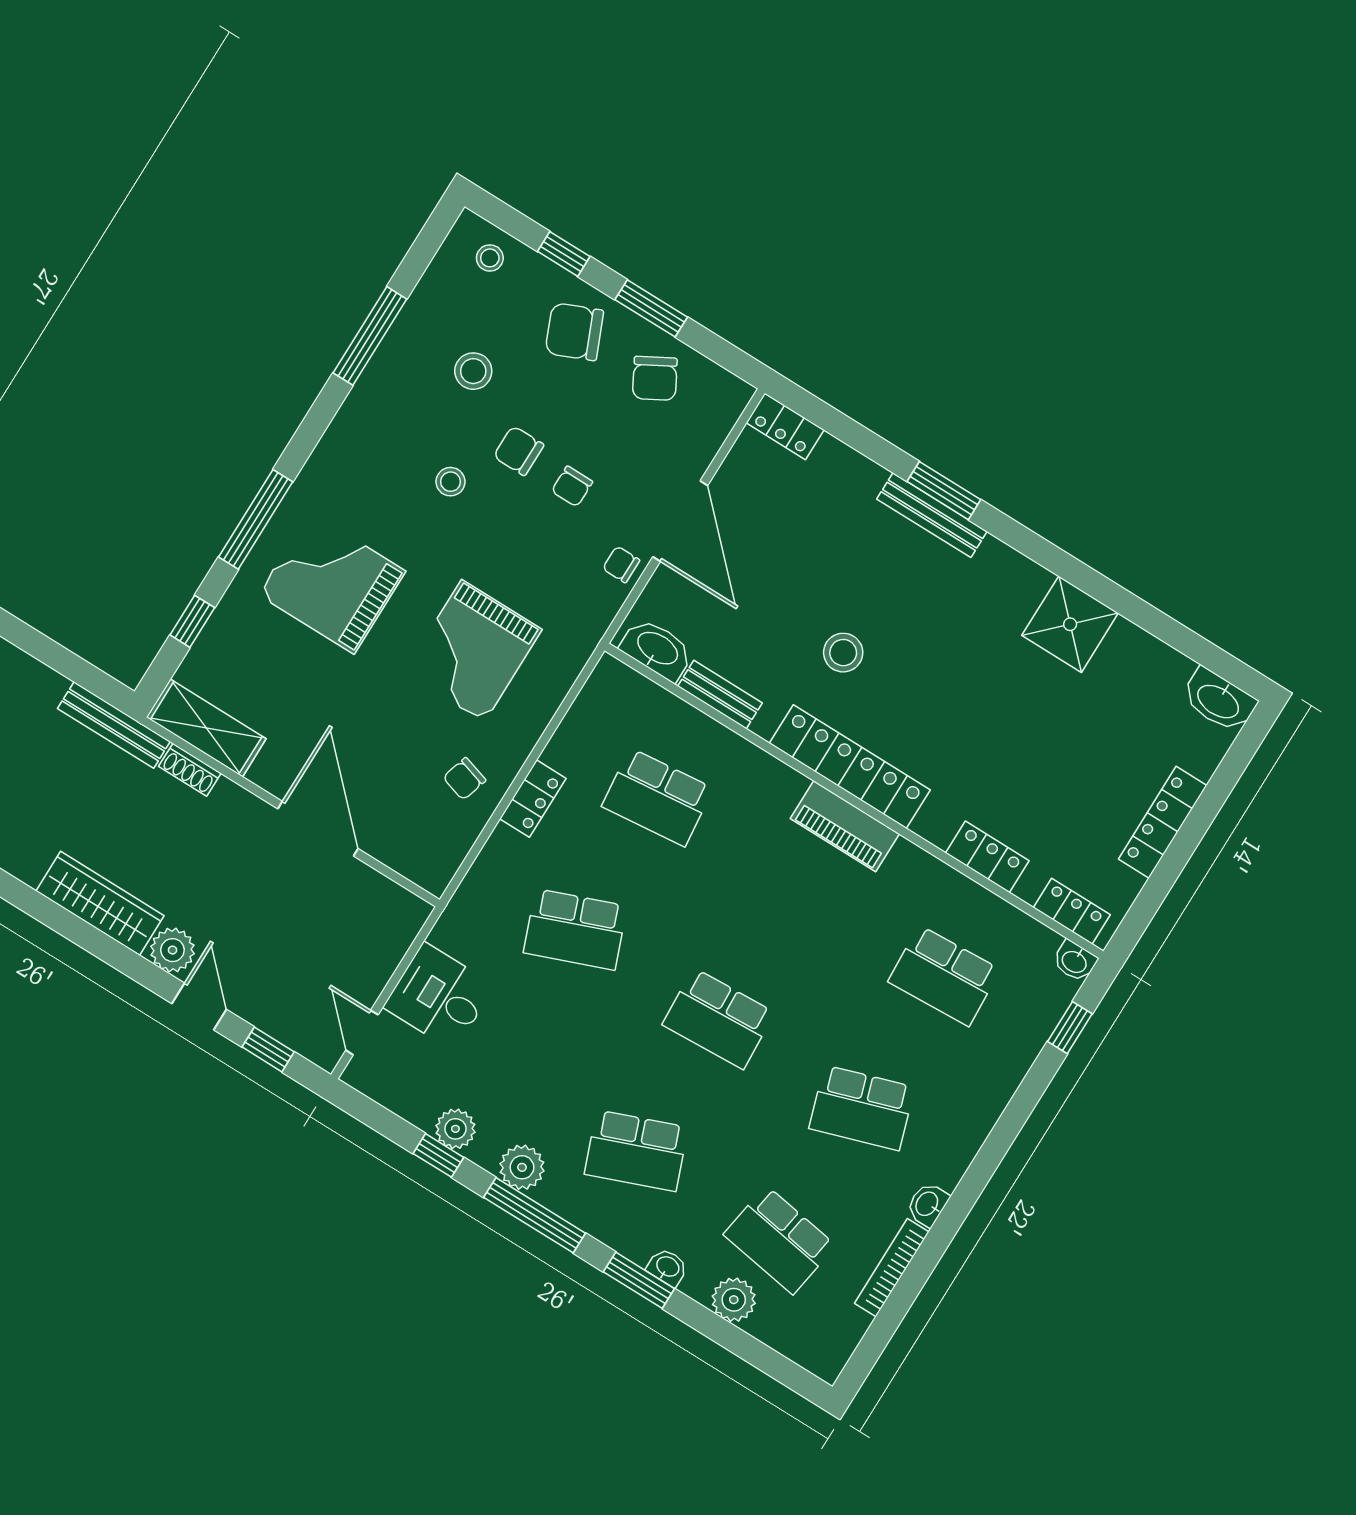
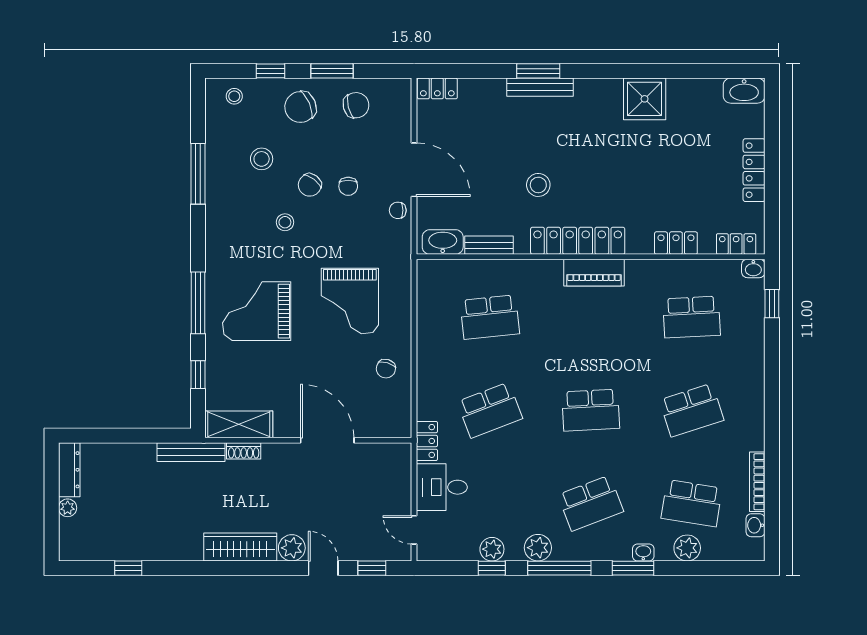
chair: (655, 378) -> (356, 105), turned -75
chair: (519, 451) -> (310, 185), turned -52
locker: (533, 799) -> (427, 441), moved
washbasin: (928, 1204) -> (755, 525), moved

